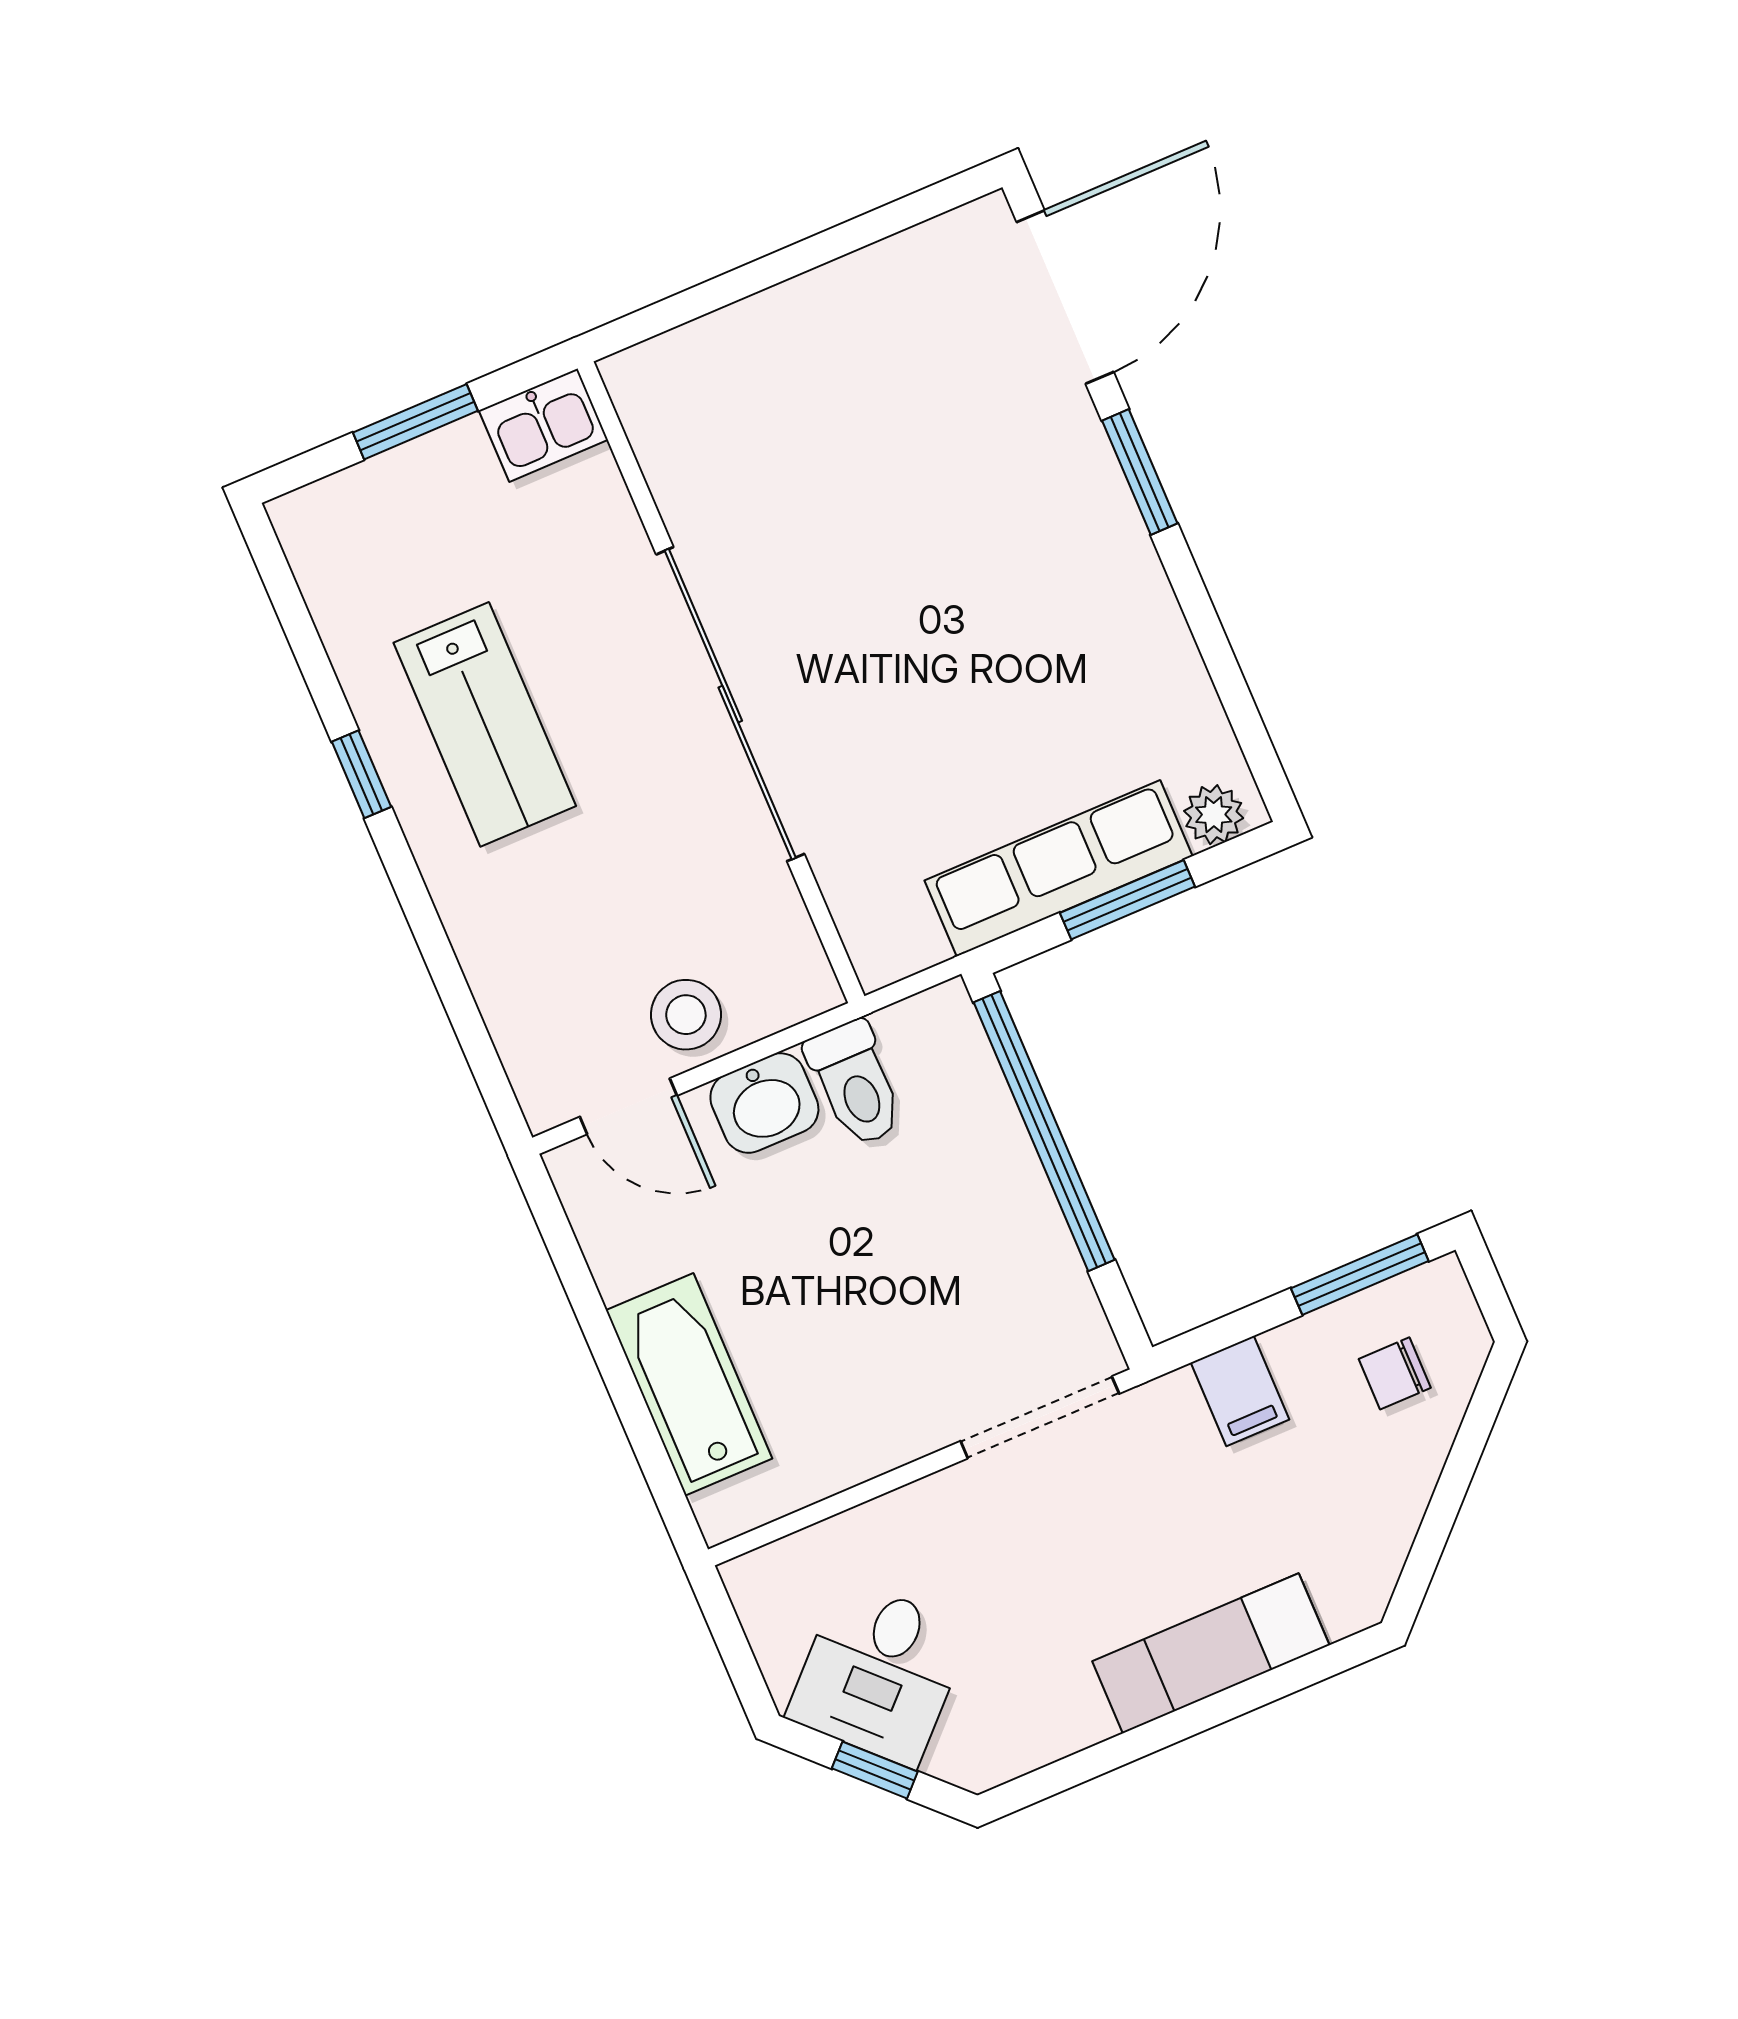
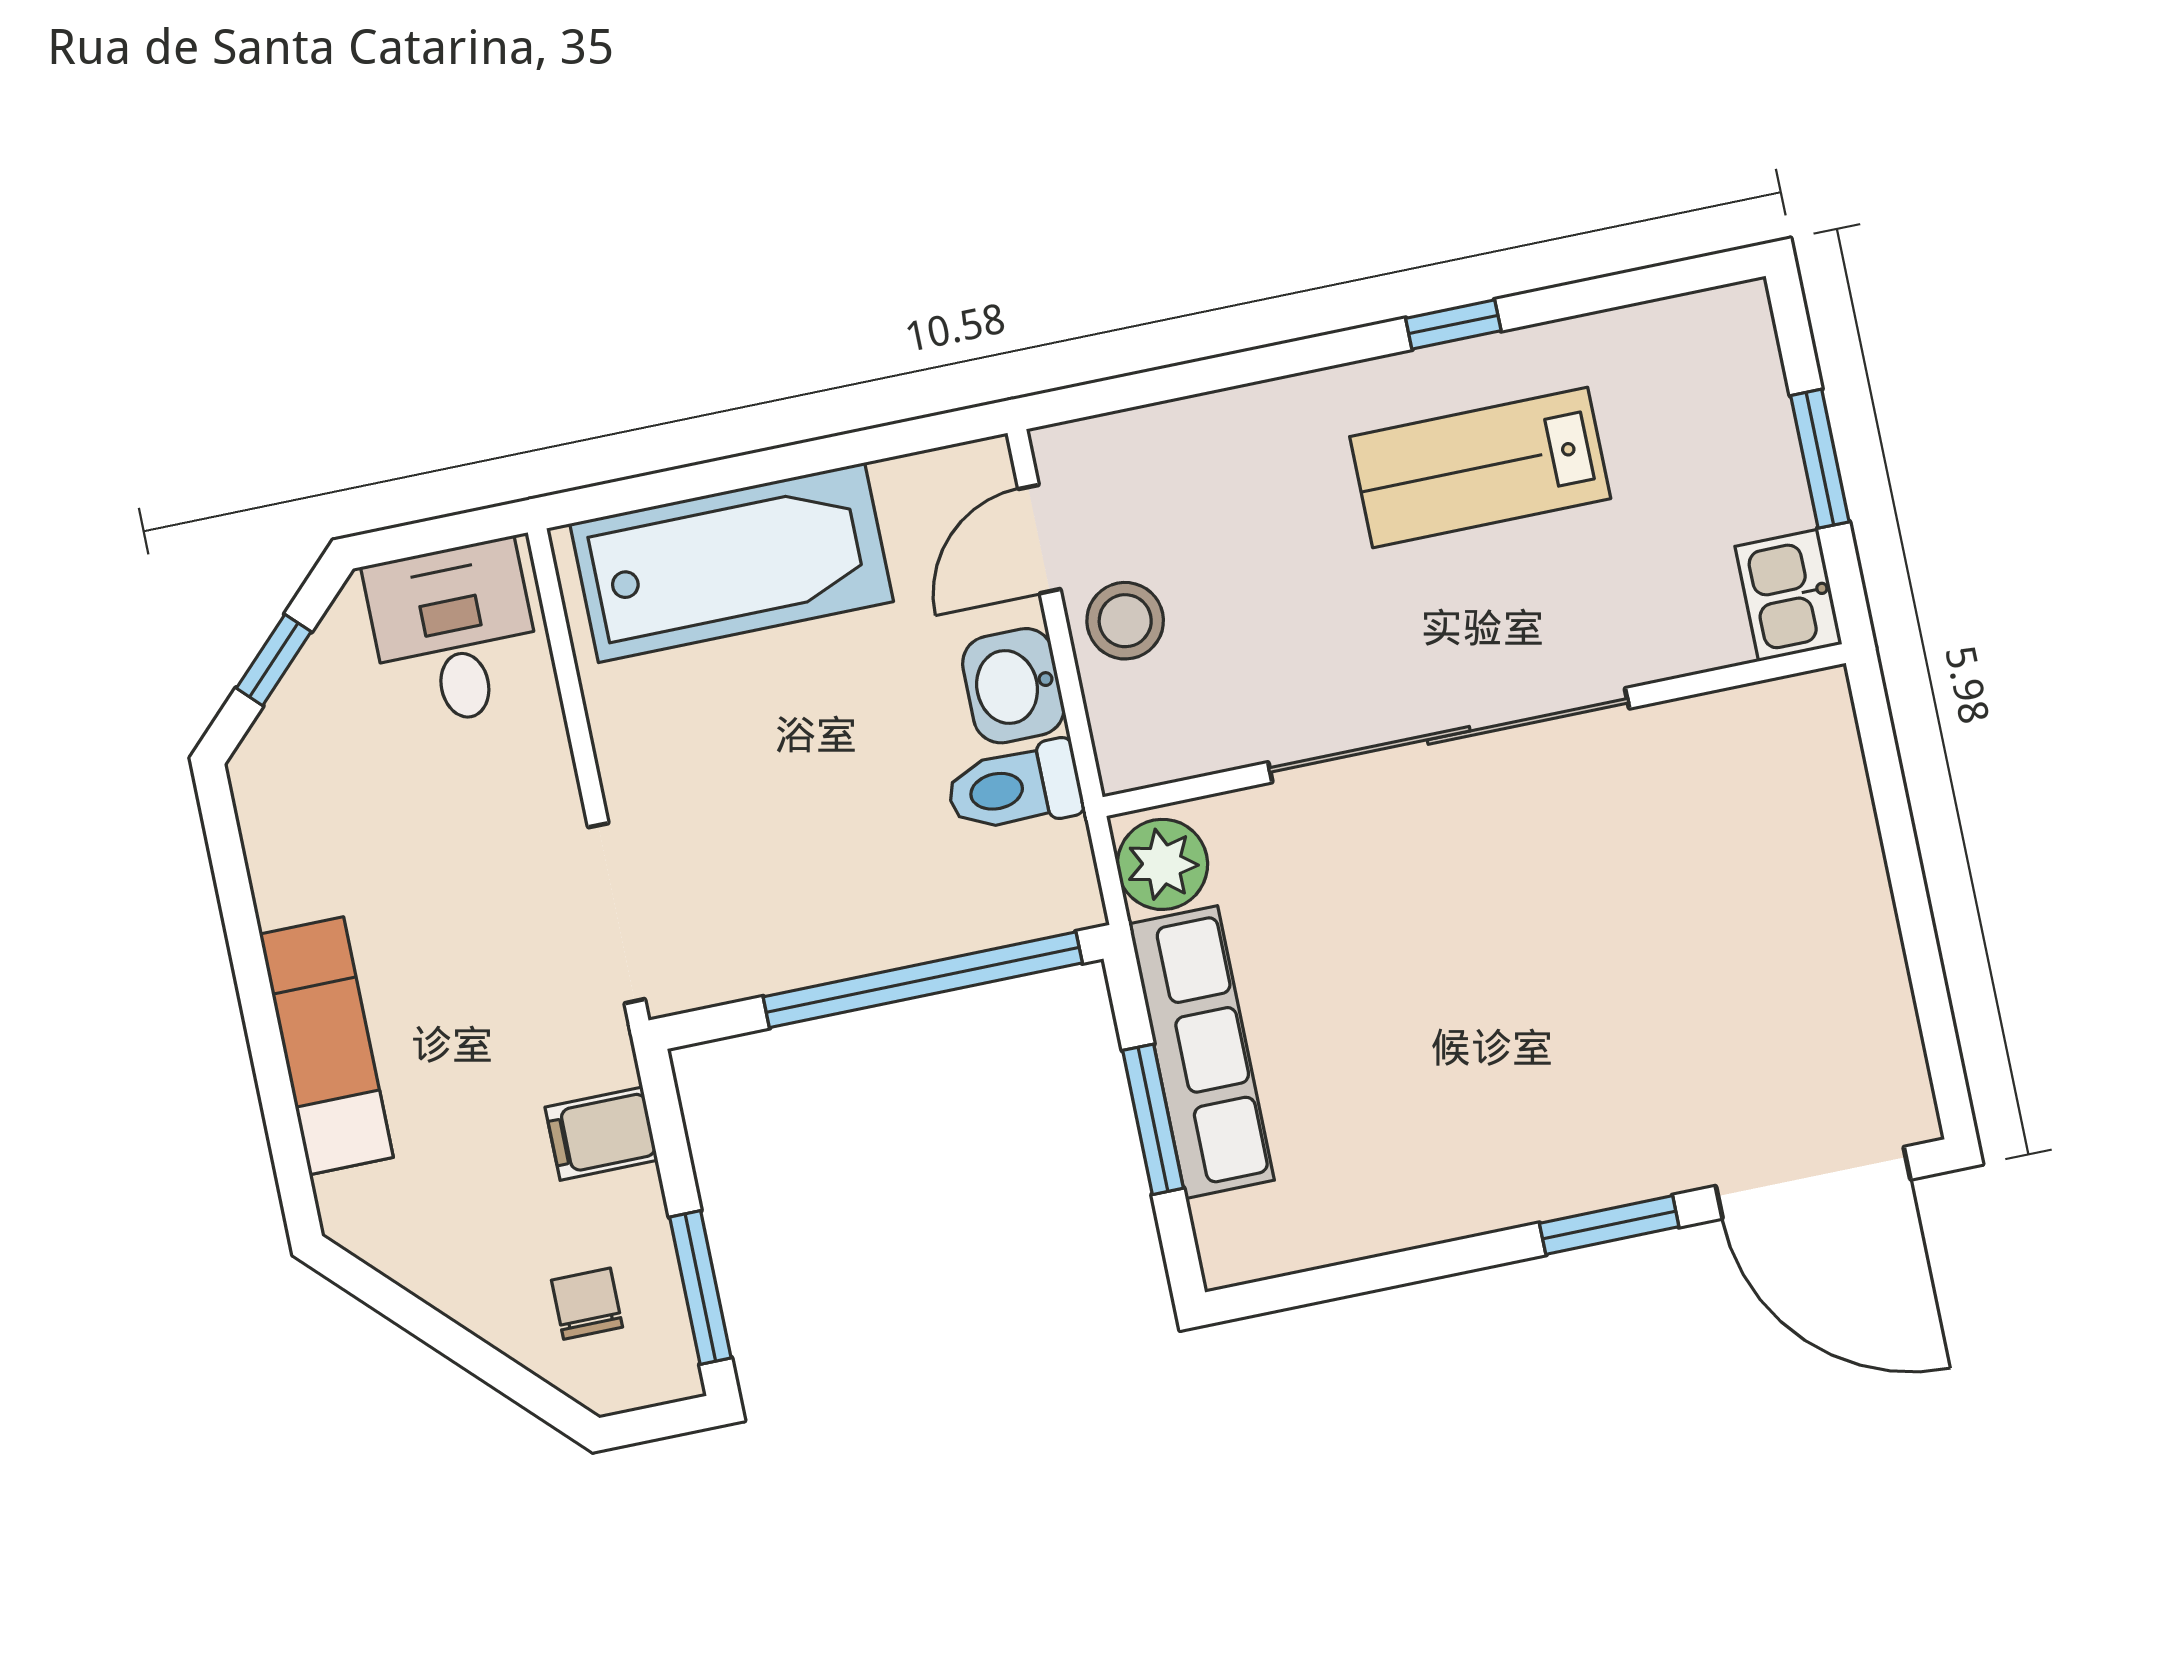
plant: (1214, 815) -> (1162, 864), moved, width x1.38, depth x1.38
bathtub: (689, 1384) -> (732, 563), width x1.36, depth x1.36
desk: (879, 1673) -> (454, 634), moved, turned 45

